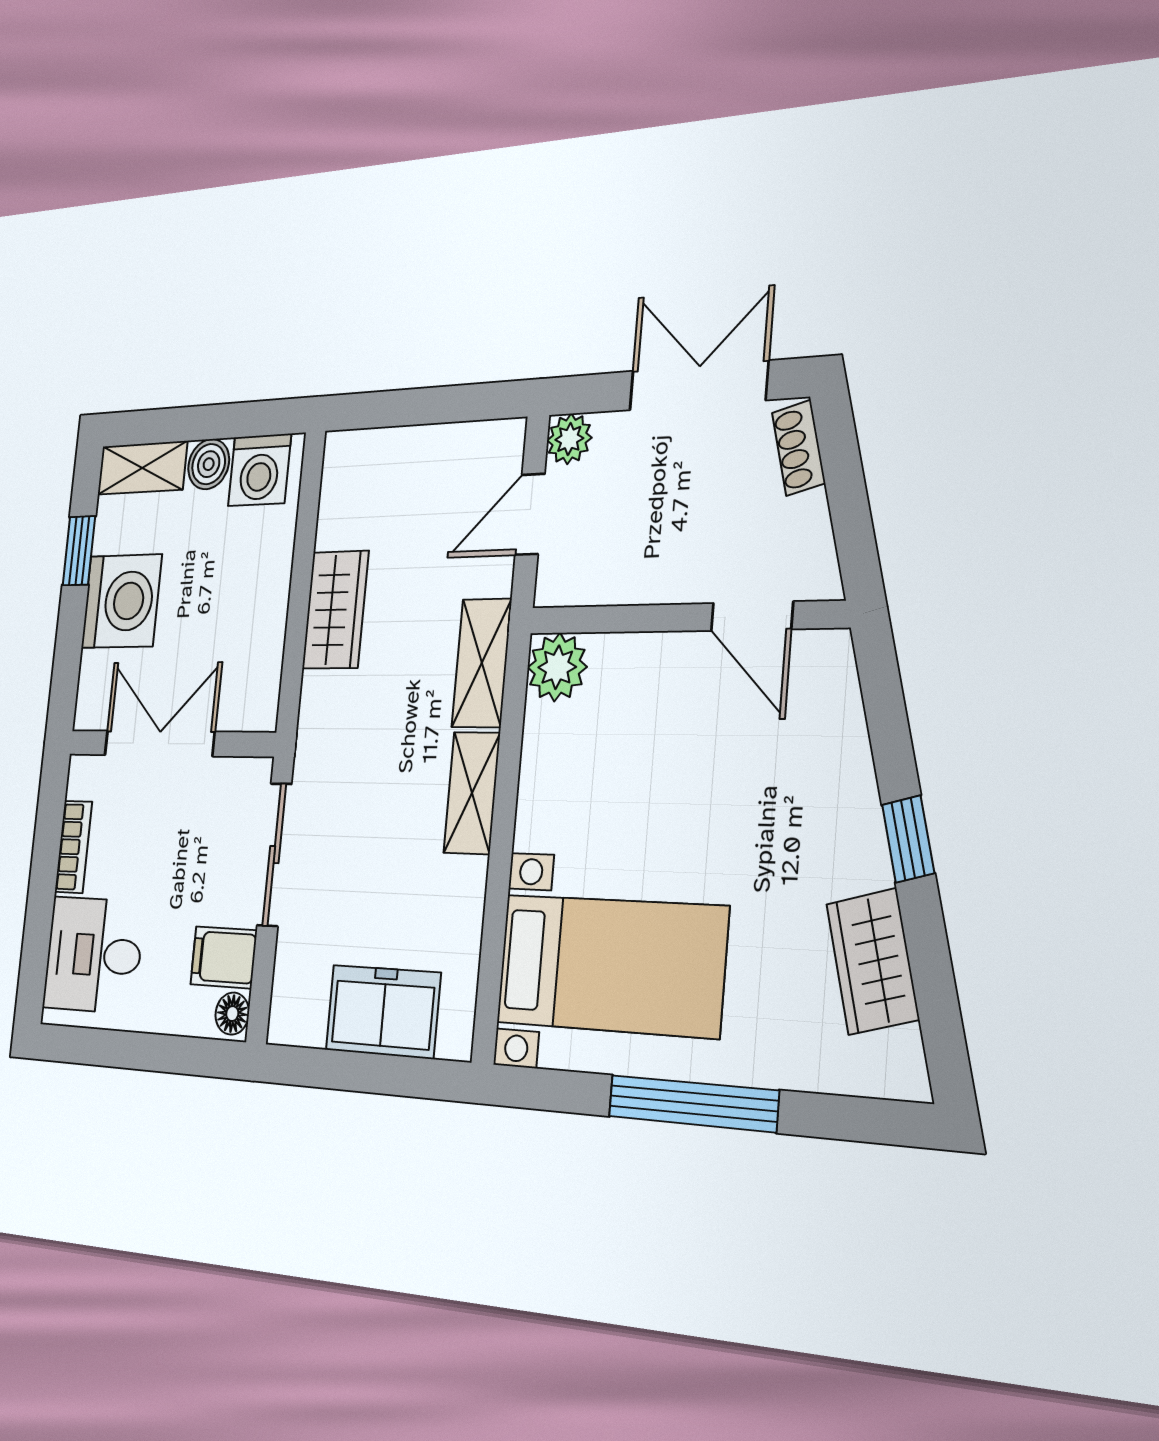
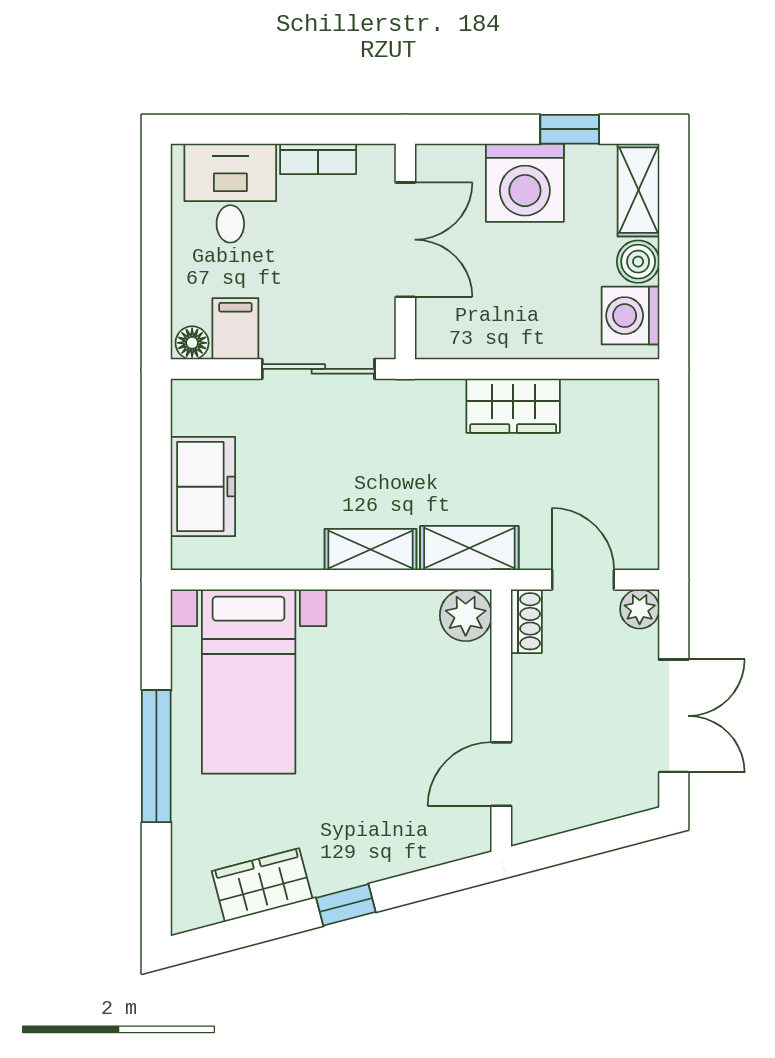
shoe rack: (799, 448) -> (526, 621), moved, turned 105

